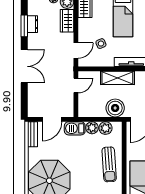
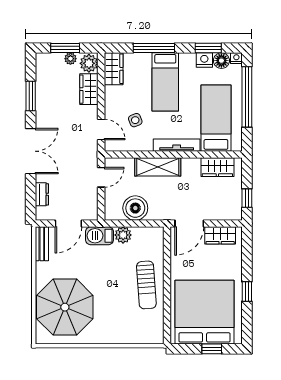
dresser: (33, 24) -> (42, 194), moved
door: (76, 50) -> (101, 129), hinge flipped
boiler: (115, 108) -> (135, 208), moved
plant: (105, 128) -> (141, 235), removed

